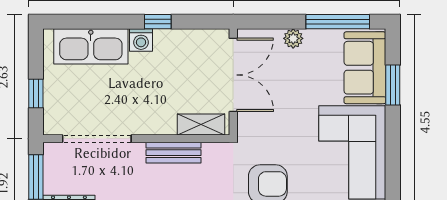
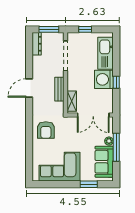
window: (338, 22) -> (116, 147), moved
washing machine: (141, 40) -> (104, 79), width x1.89, depth x1.89
sofa: (365, 68) -> (104, 162), moved, turned -90

